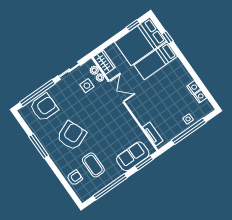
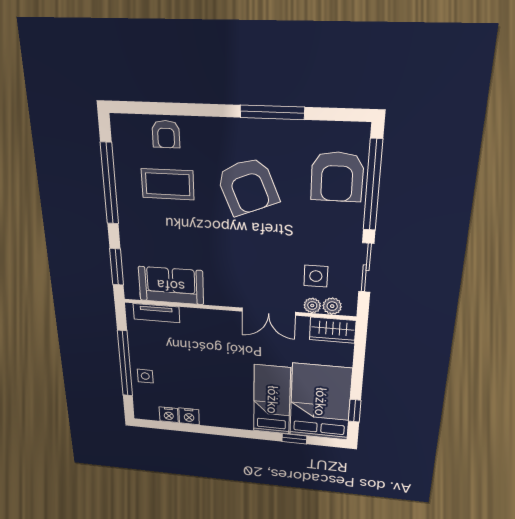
sofa: (133, 156) -> (171, 285), moved, turned -90

